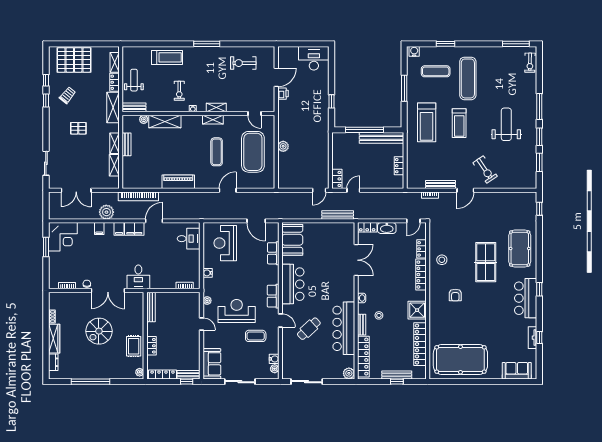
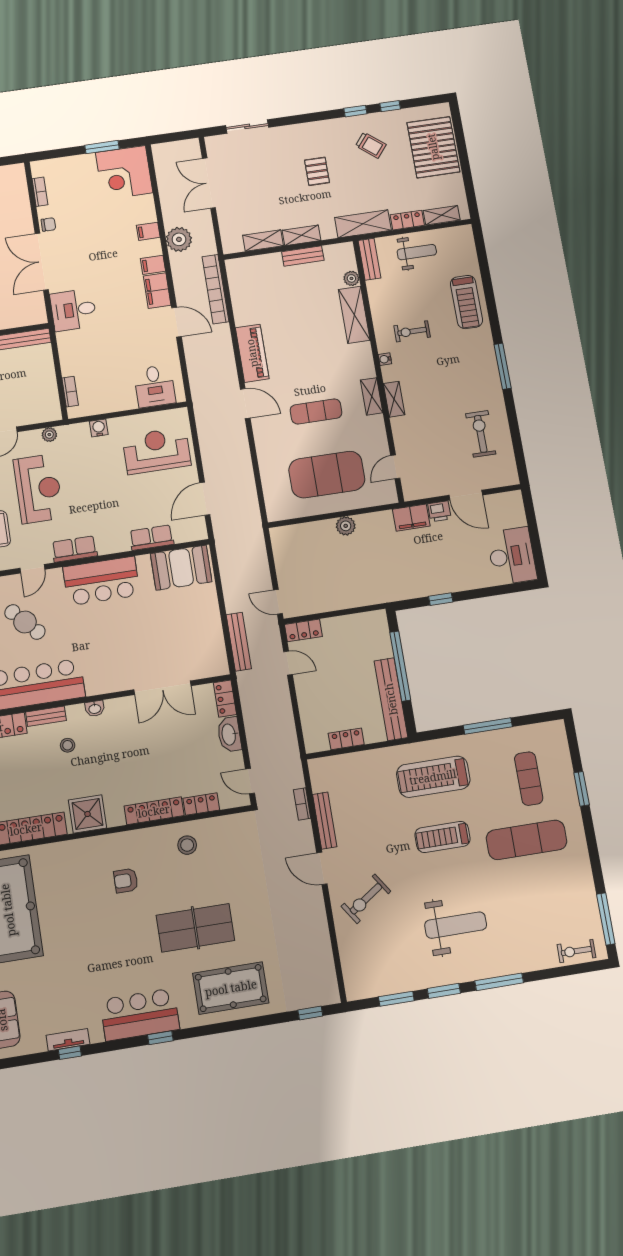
water cooler: (414, 51) -> (557, 734), removed
filing cabinet: (284, 110) -> (411, 518), added
door: (228, 190) -> (245, 404), moved

